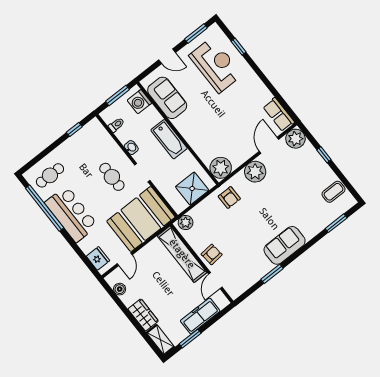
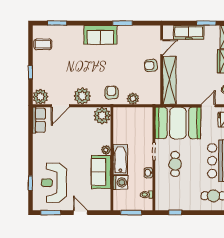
sofa: (167, 98) -> (101, 172), moved
washing machine: (139, 102) -> (120, 182), moved
plant: (190, 137) -> (106, 150), added
shower: (192, 189) -> (130, 117), removed
plant: (186, 222) -> (133, 99), moved

